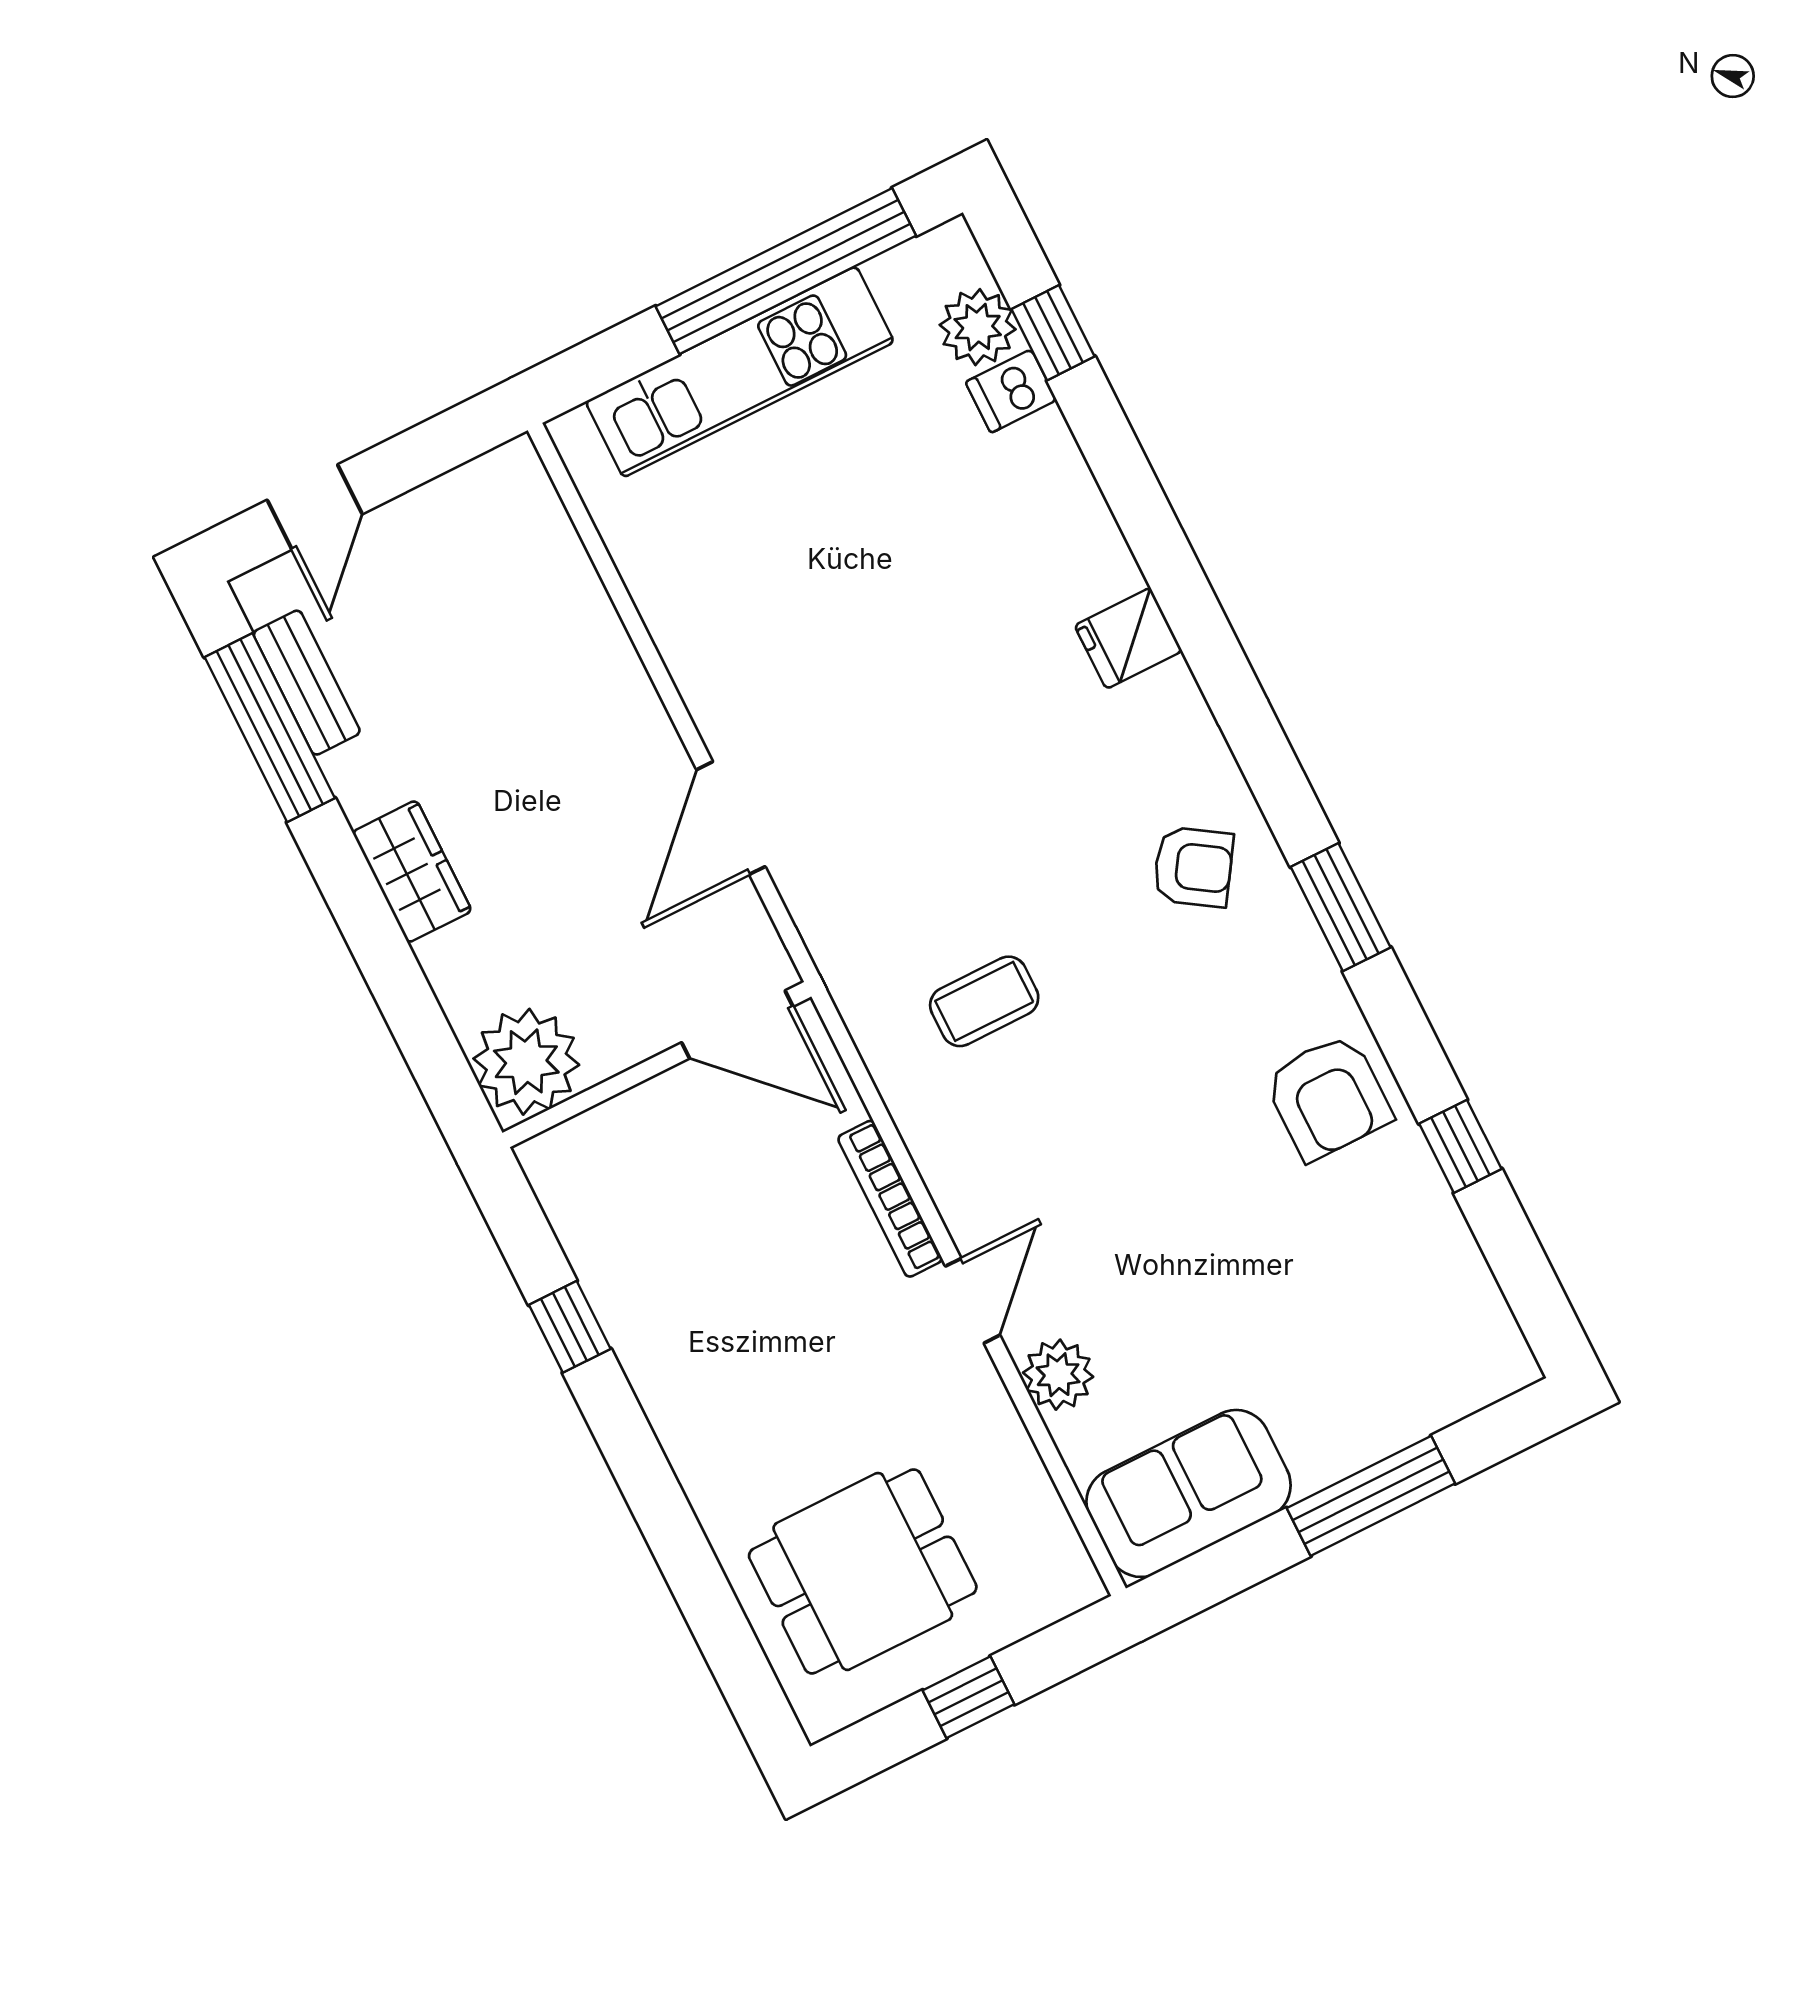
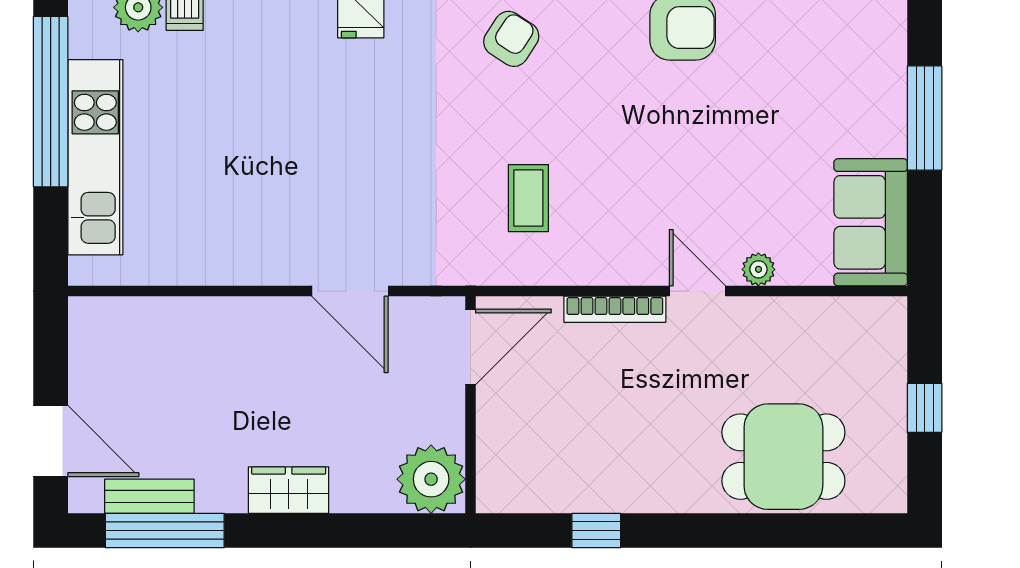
door: (315, 507) -> (51, 441), width x1.38
plant: (1058, 1375) -> (758, 269), width x0.73, depth x0.73
dining table: (863, 1571) -> (783, 457), moved, turned 90

